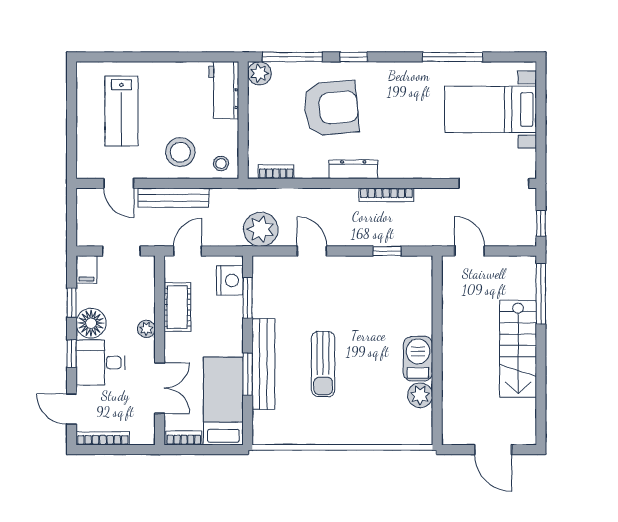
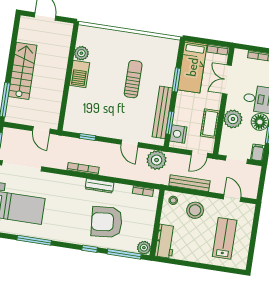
bench: (174, 198) -> (189, 183), moved
plant: (146, 329) -> (233, 119), width x1.88, depth x1.88
bench: (263, 364) -> (162, 112), moved

